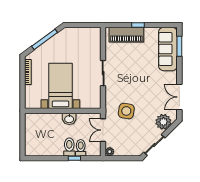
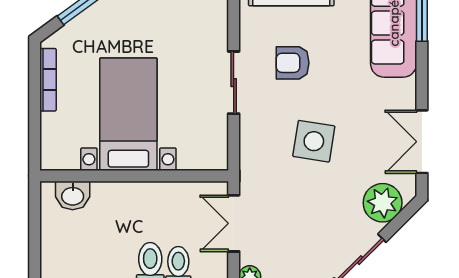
armchair: (127, 65) -> (293, 63), added
side table: (126, 111) -> (314, 141), moved
washbasin: (69, 119) -> (73, 195), moved

